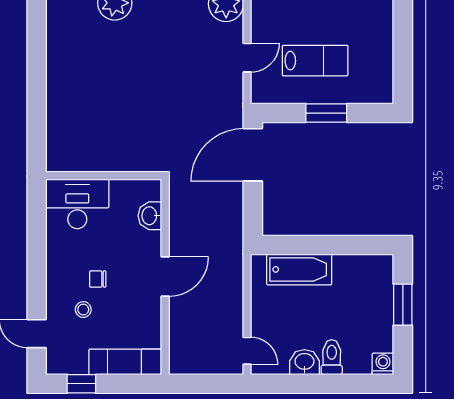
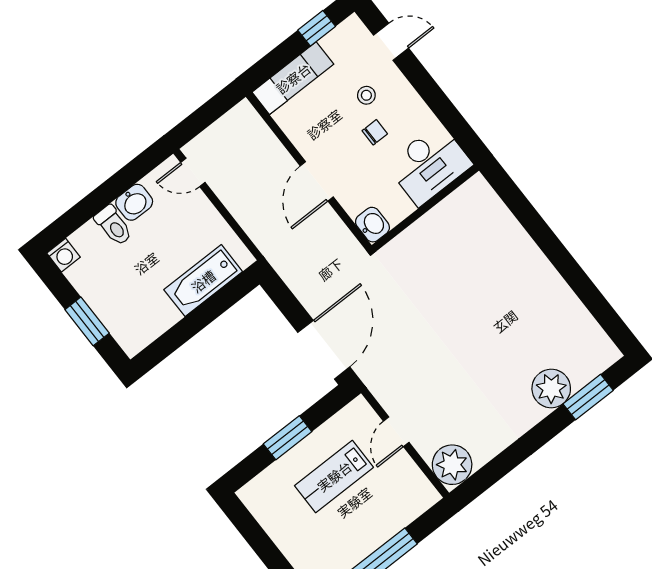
wall: (104, 176) -> (425, 208), moved
desk: (77, 204) -> (429, 165), moved

